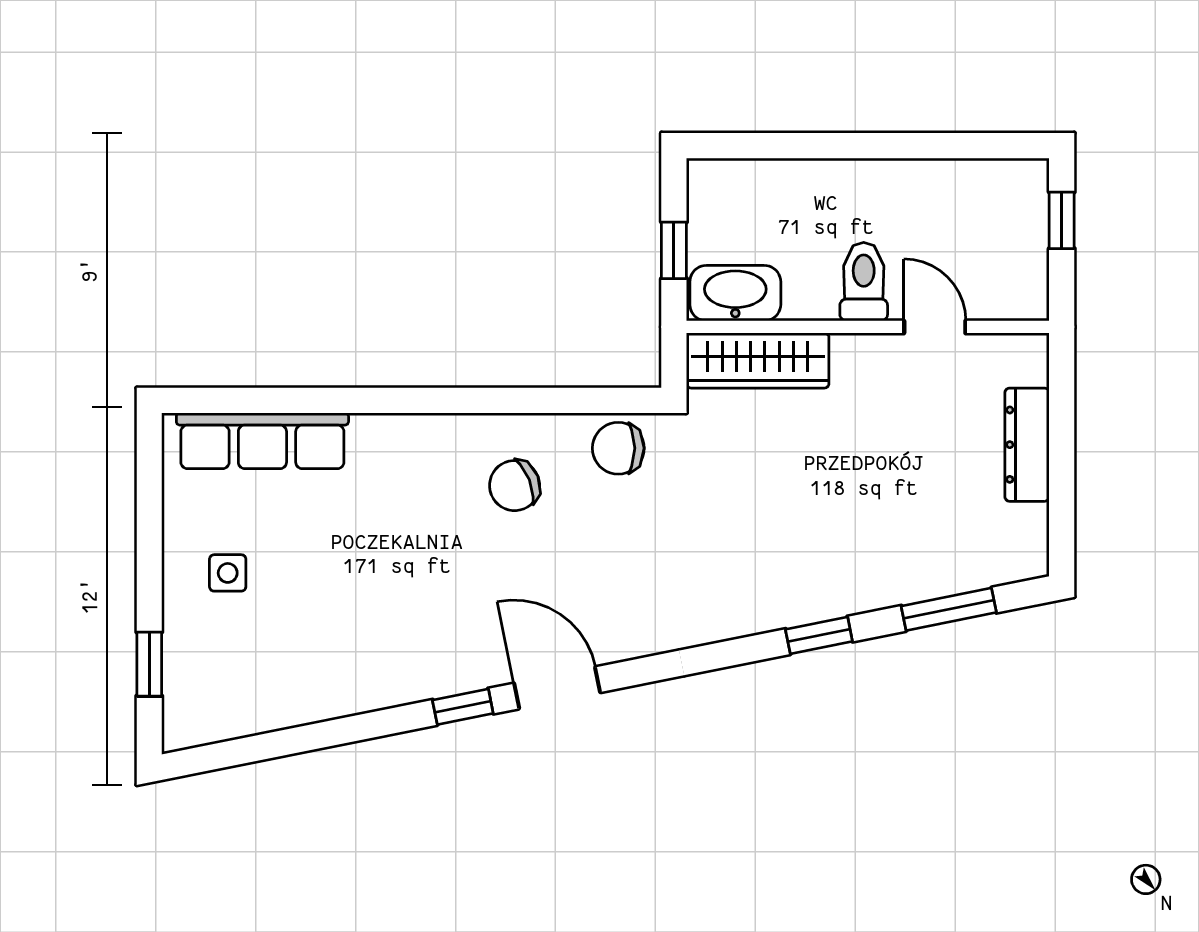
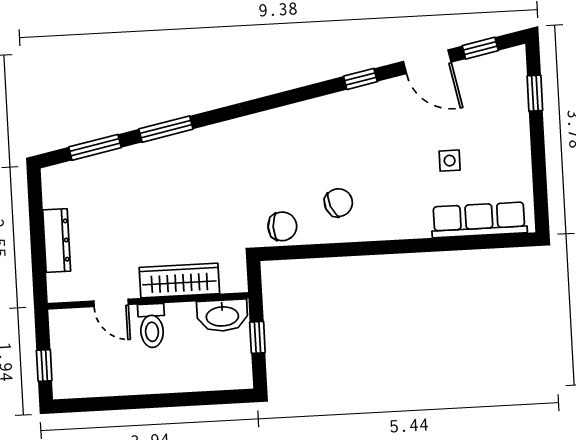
wardrobe: (758, 360) -> (179, 281), moved
side table: (228, 573) -> (450, 161), moved
window: (819, 635) -> (166, 129), width x1.50
door: (557, 688) -> (427, 62), moved
window: (243, 751) -> (480, 48), added

